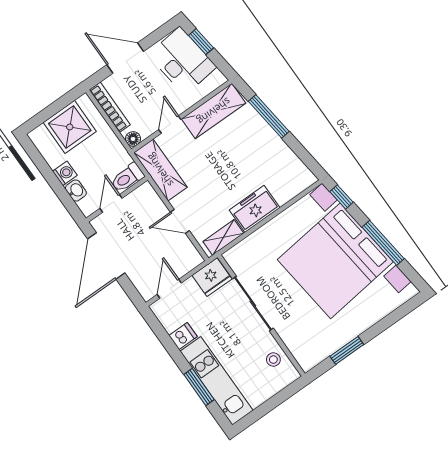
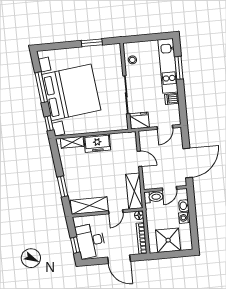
window: (269, 116) -> (63, 187), width x0.69
shelving: (223, 237) -> (72, 142), moved

